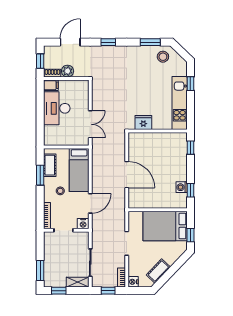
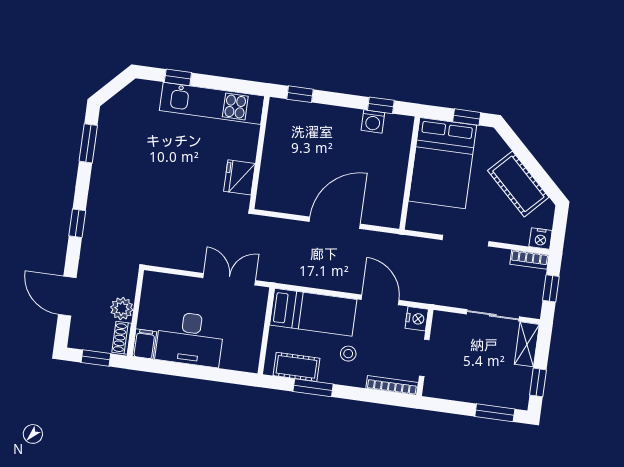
stool: (163, 57) -> (119, 123), removed
cot: (158, 271) -> (518, 184), width x1.37, depth x1.34

